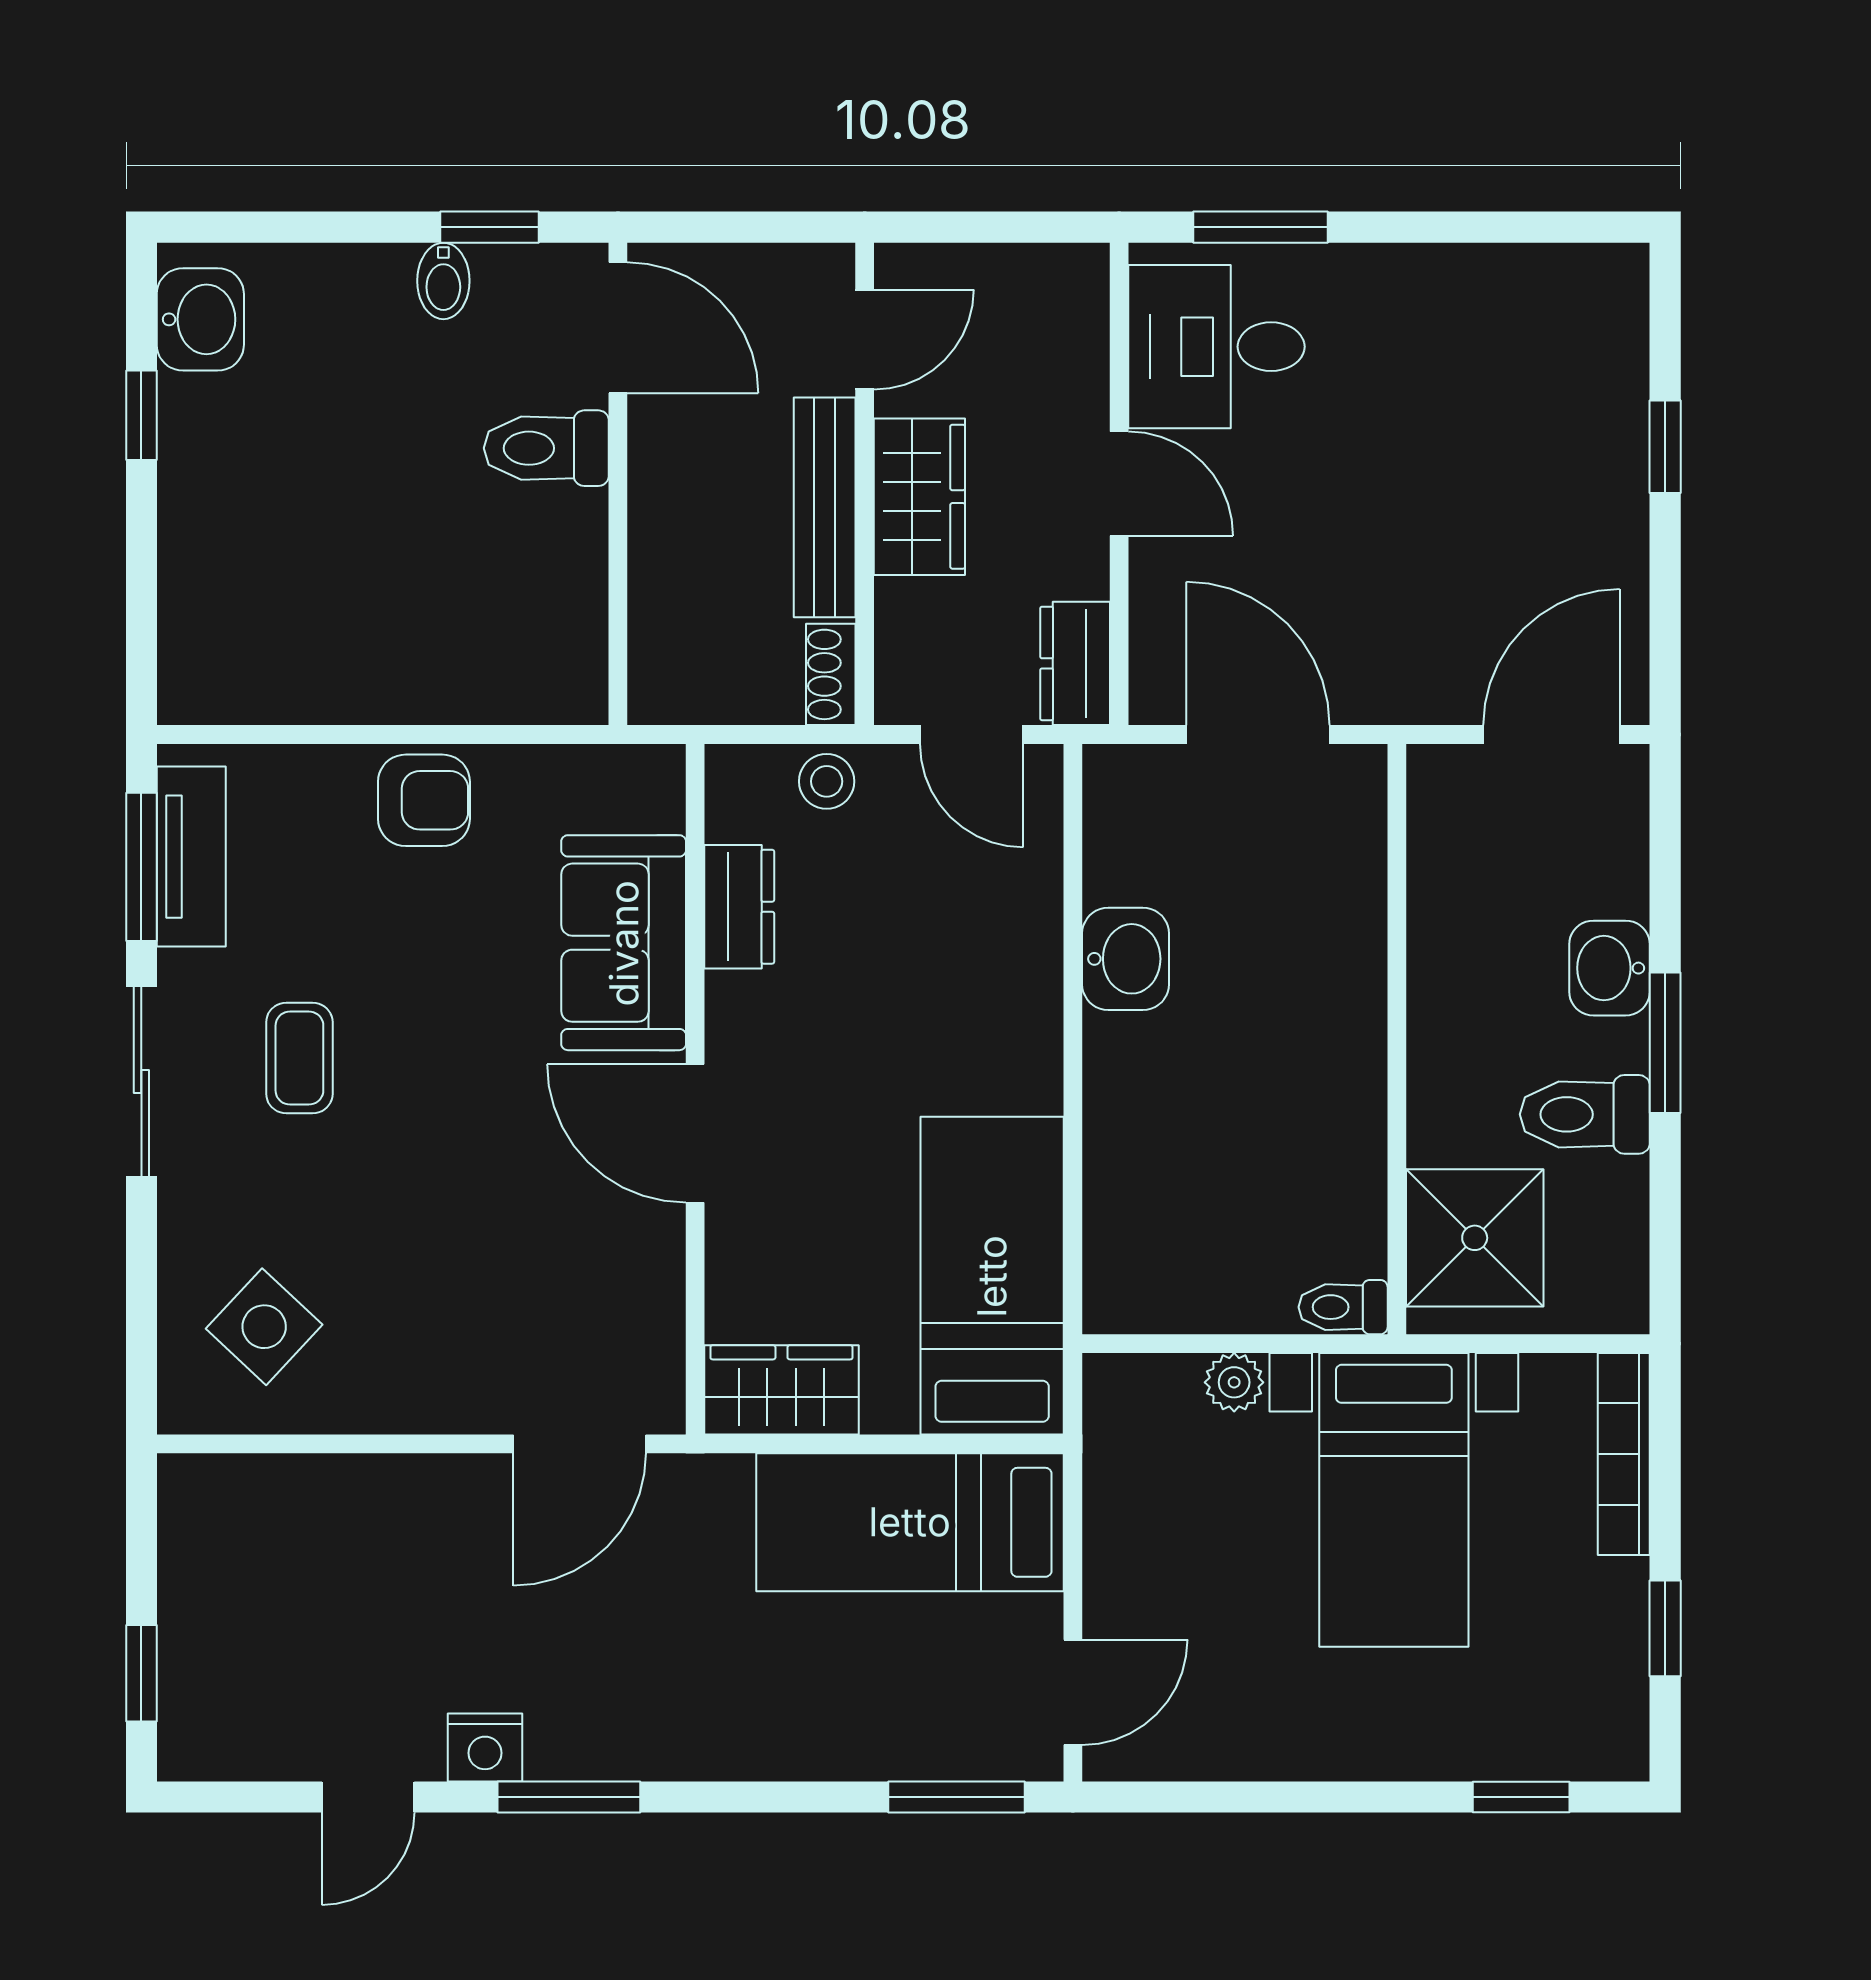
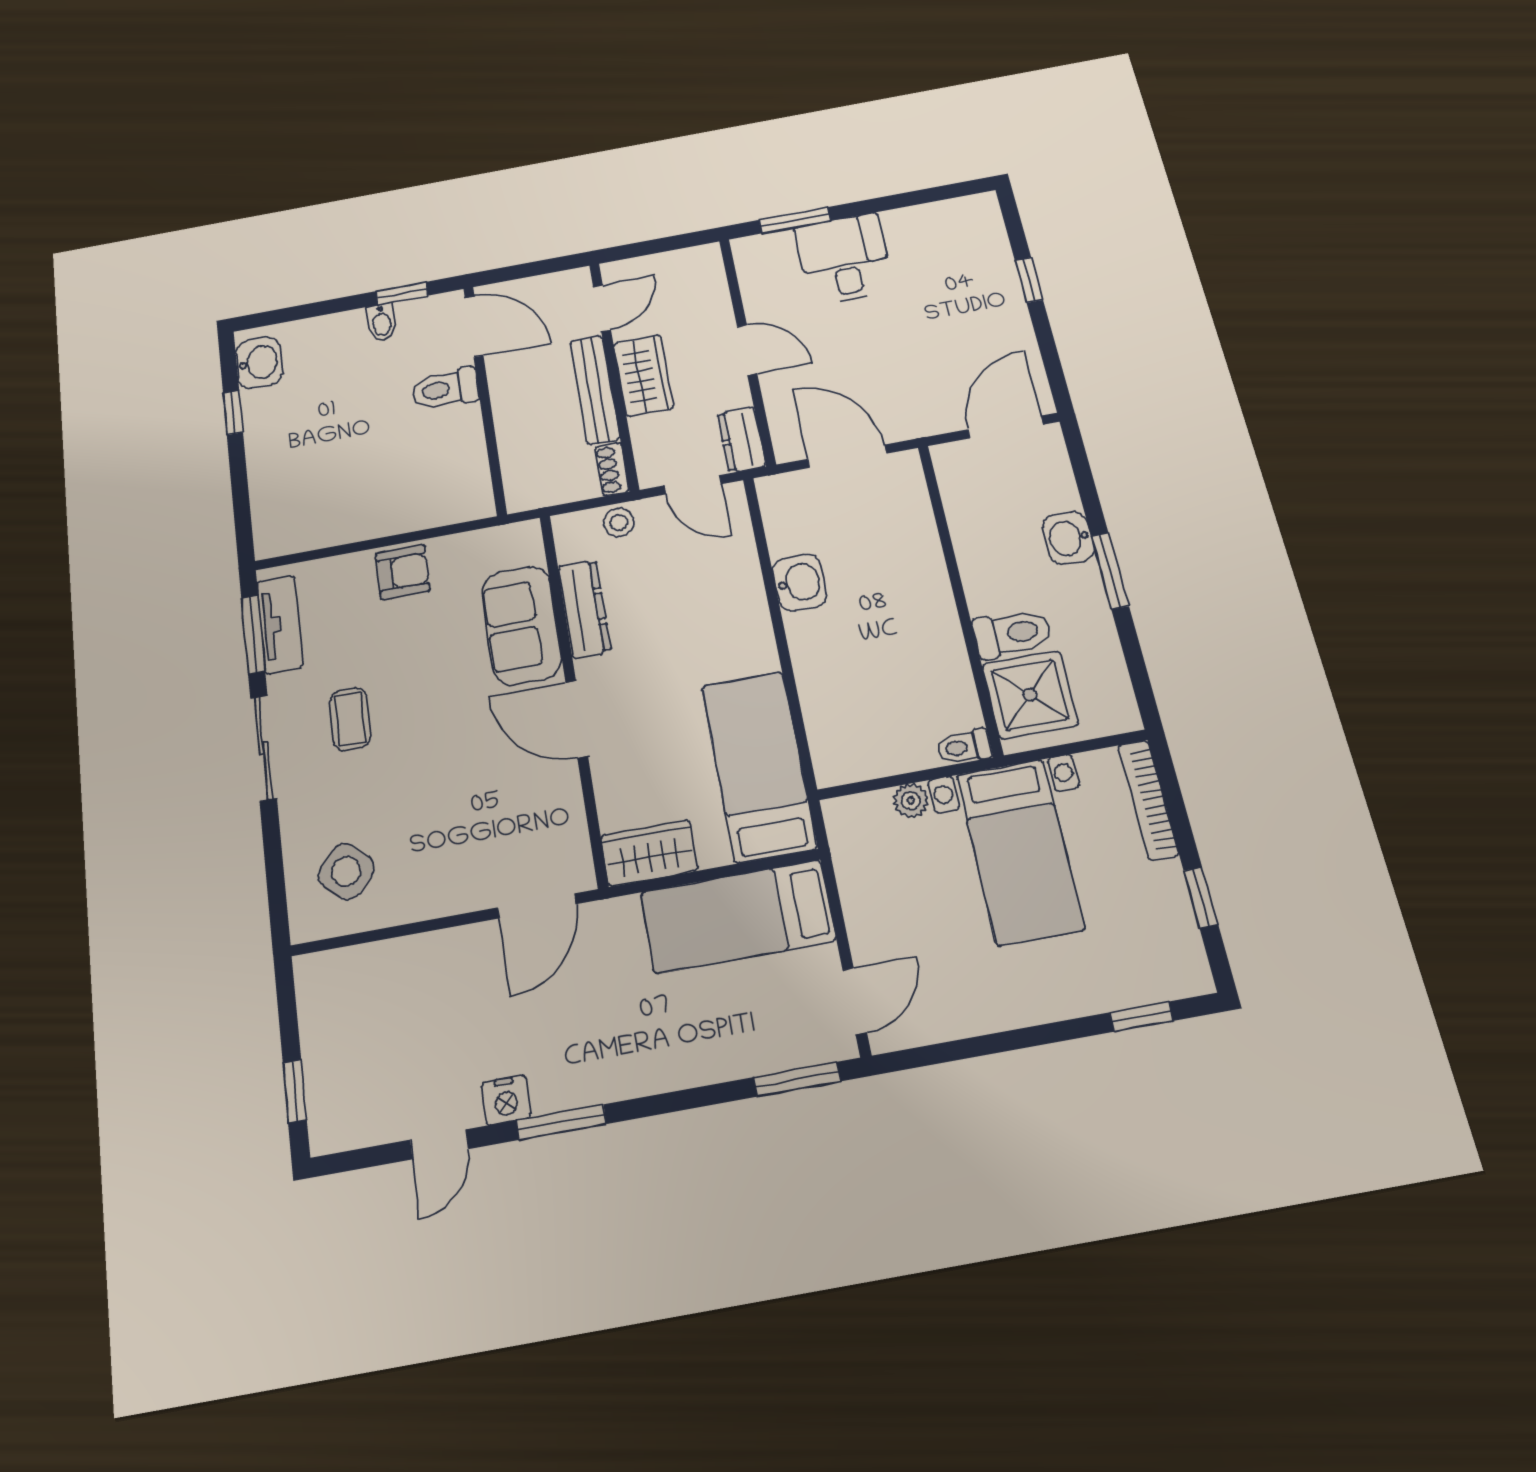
desk: (1217, 347) -> (844, 259), moved, turned 90
dresser: (739, 907) -> (584, 609), width x1.44
toilet: (1585, 1114) -> (1012, 633), moved, turned 180

